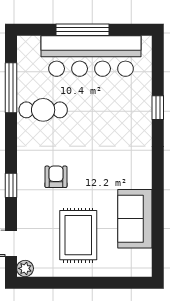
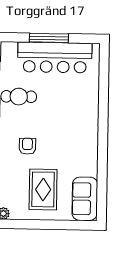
window: (158, 108) -> (104, 96), removed
sofa: (135, 219) -> (85, 199), moved

